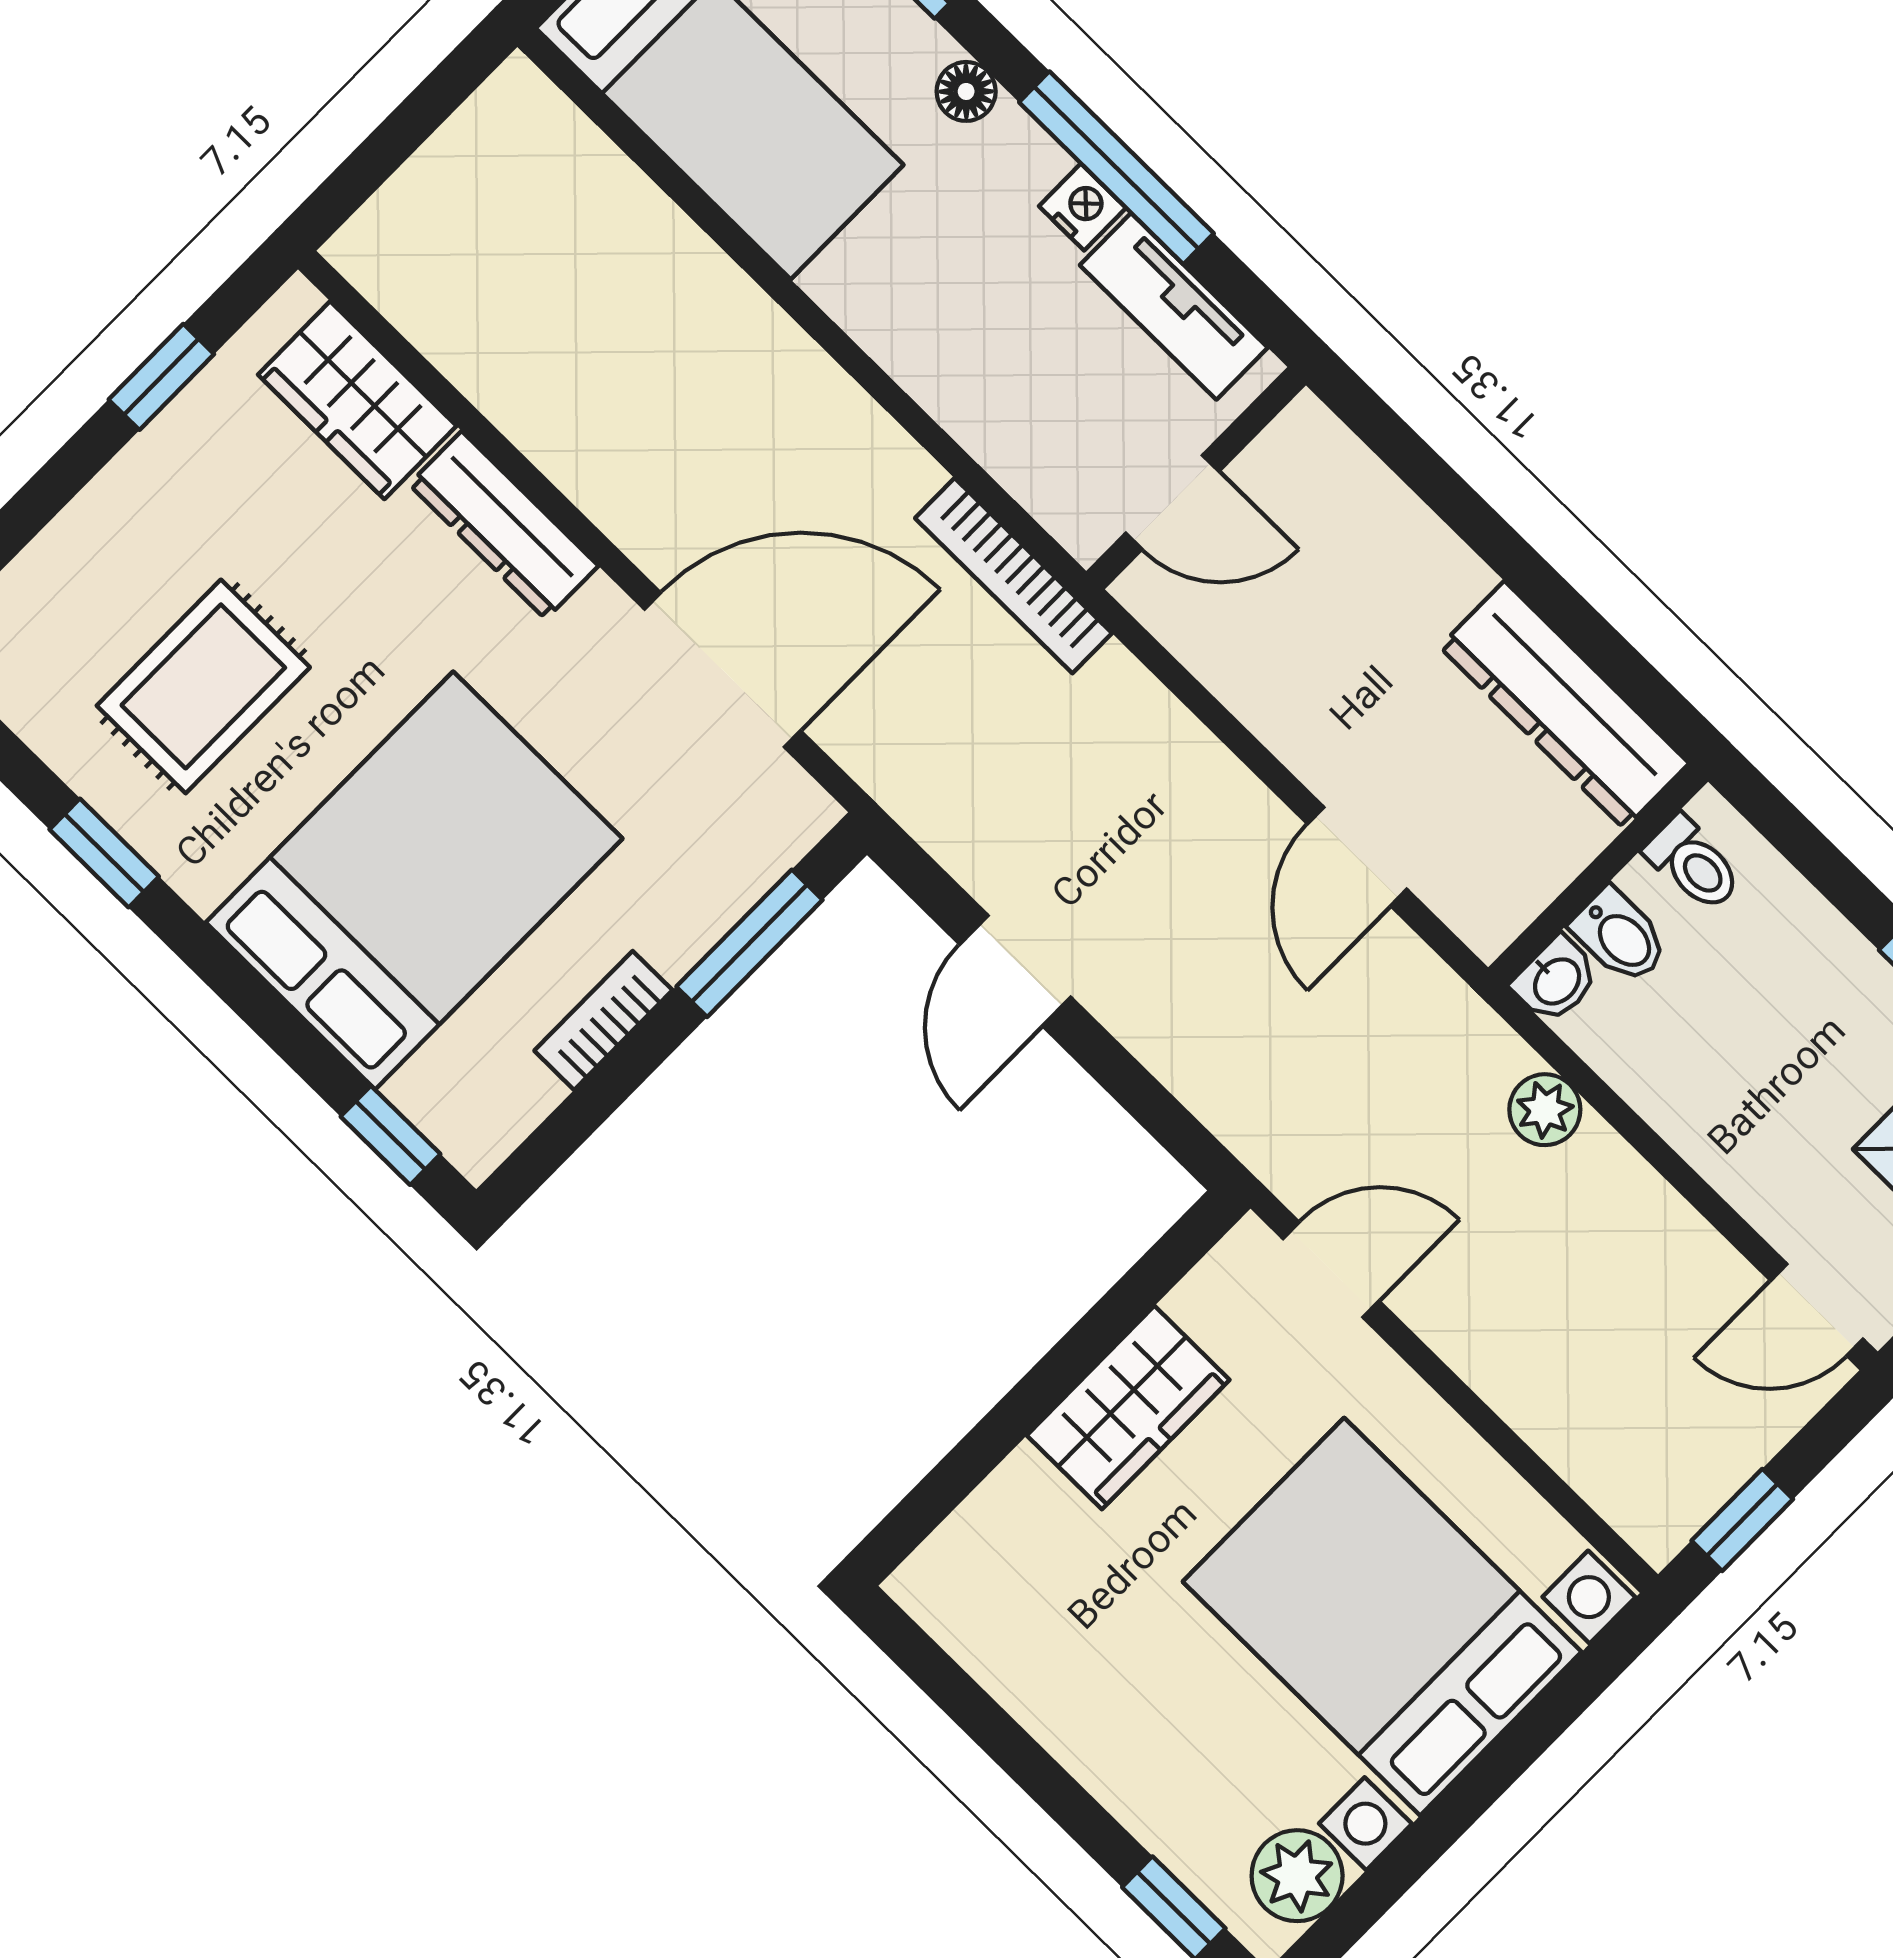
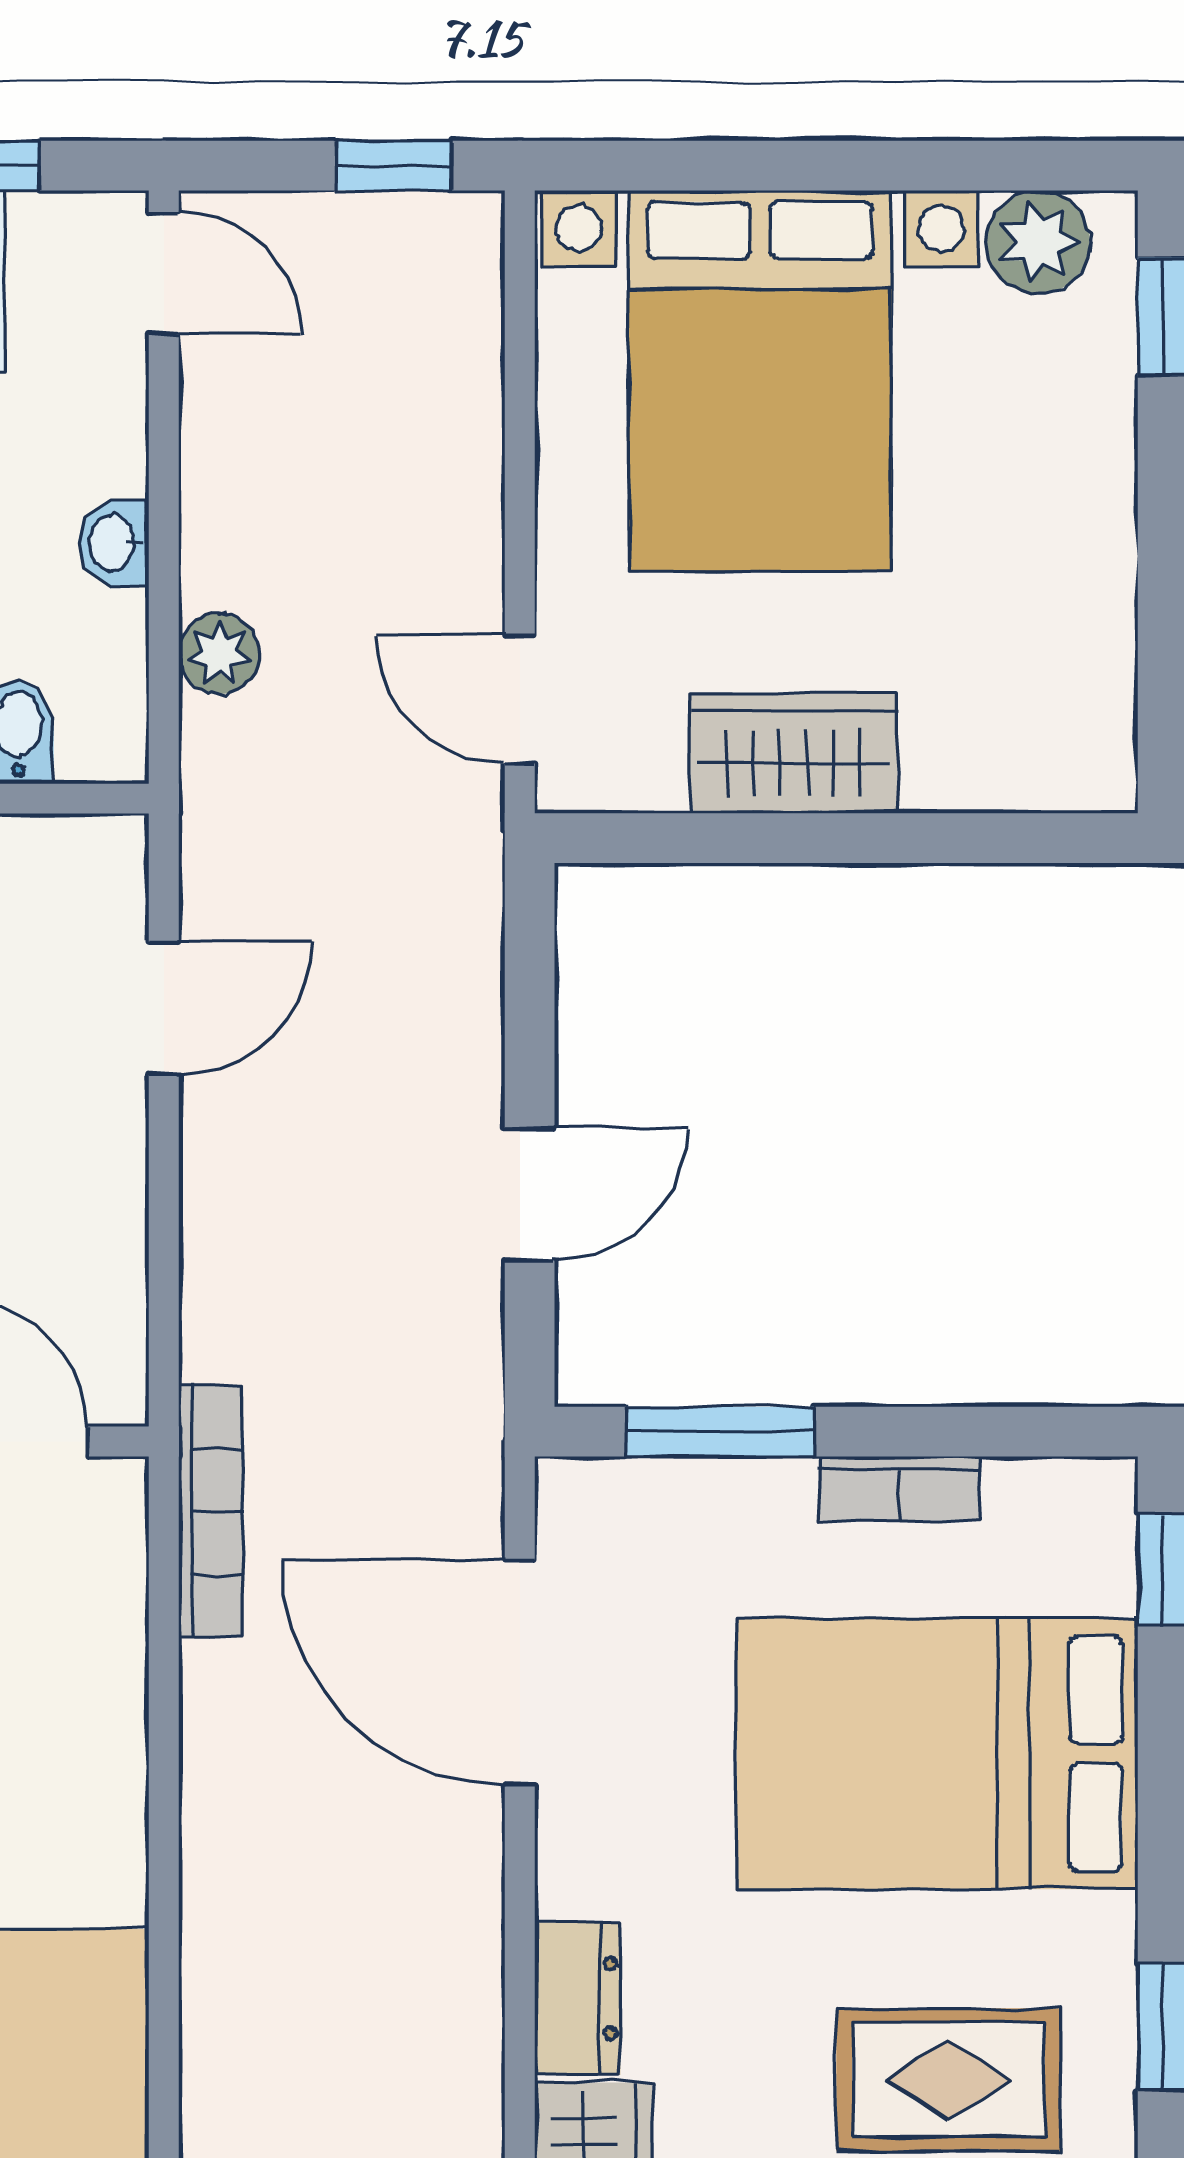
dresser: (504, 525) -> (577, 1999), width x0.70
washbasin: (1556, 980) -> (114, 543), moved, turned -90

